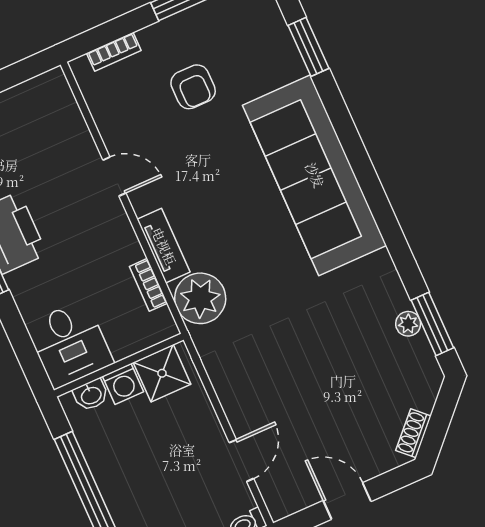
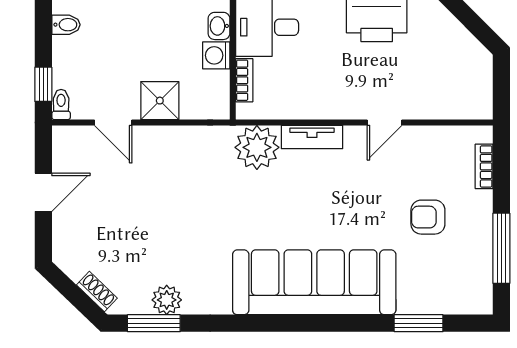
bookcase: (148, 285) -> (244, 80), moved, turned 90
plant: (408, 324) -> (167, 300), width x1.38, depth x1.38
shower: (162, 373) -> (160, 101), moved
shoe rack: (413, 433) -> (97, 291), moved

